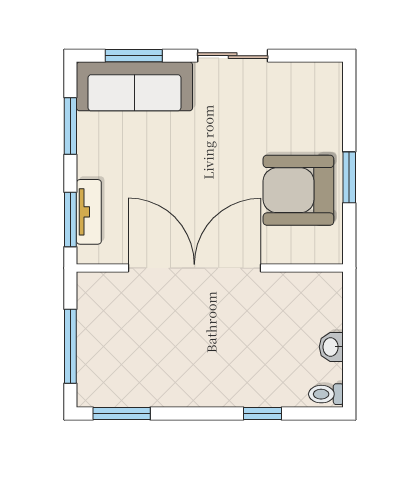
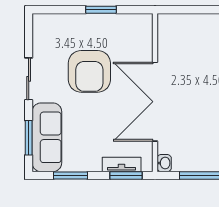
armchair: (298, 190) -> (89, 71), moved
washbasin: (331, 347) -> (164, 163), moved, turned -90

